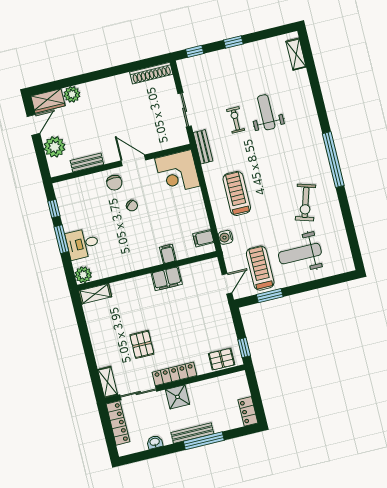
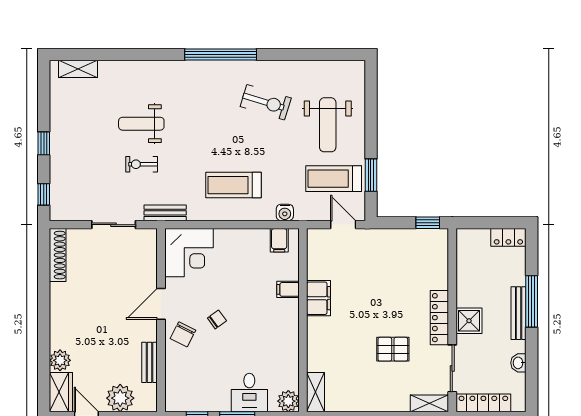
chair: (114, 183) -> (183, 334), turned 117
pallet: (222, 359) -> (435, 254), removed

